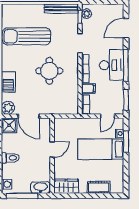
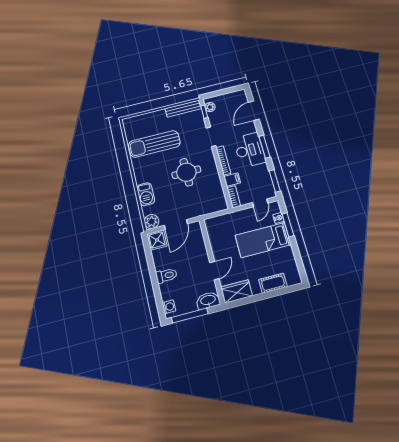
window: (126, 65) -> (264, 147), width x0.69
door: (29, 116) -> (176, 225), hinge flipped
door: (52, 149) -> (214, 271), moved

